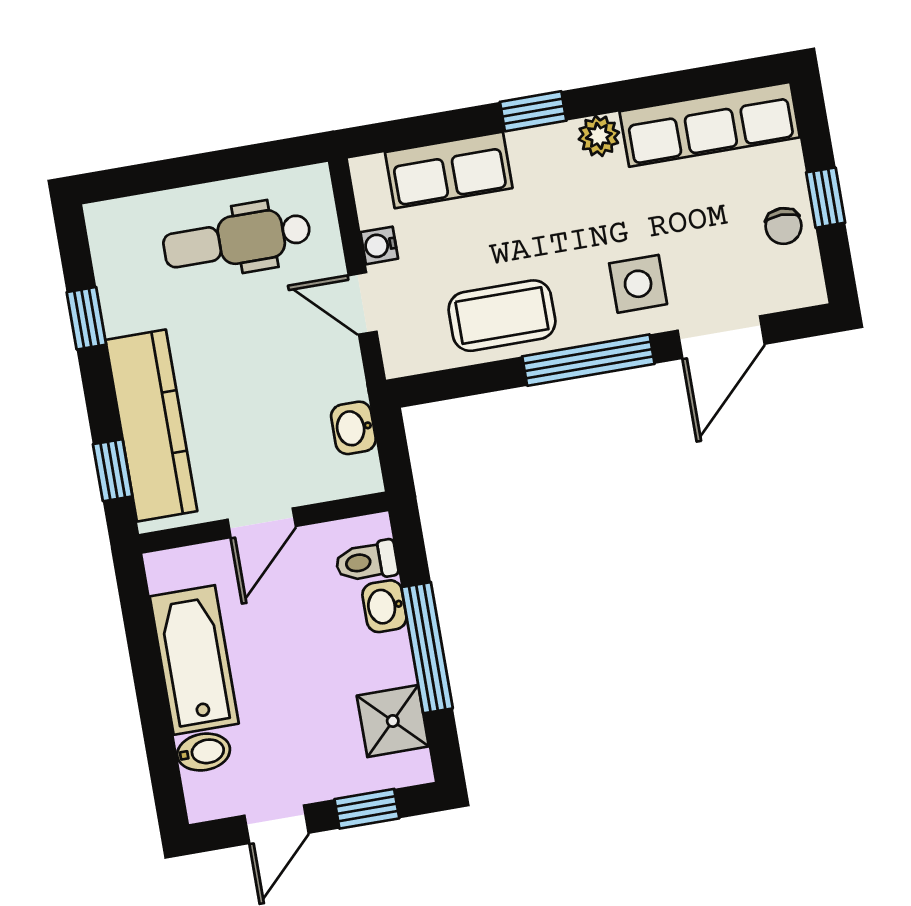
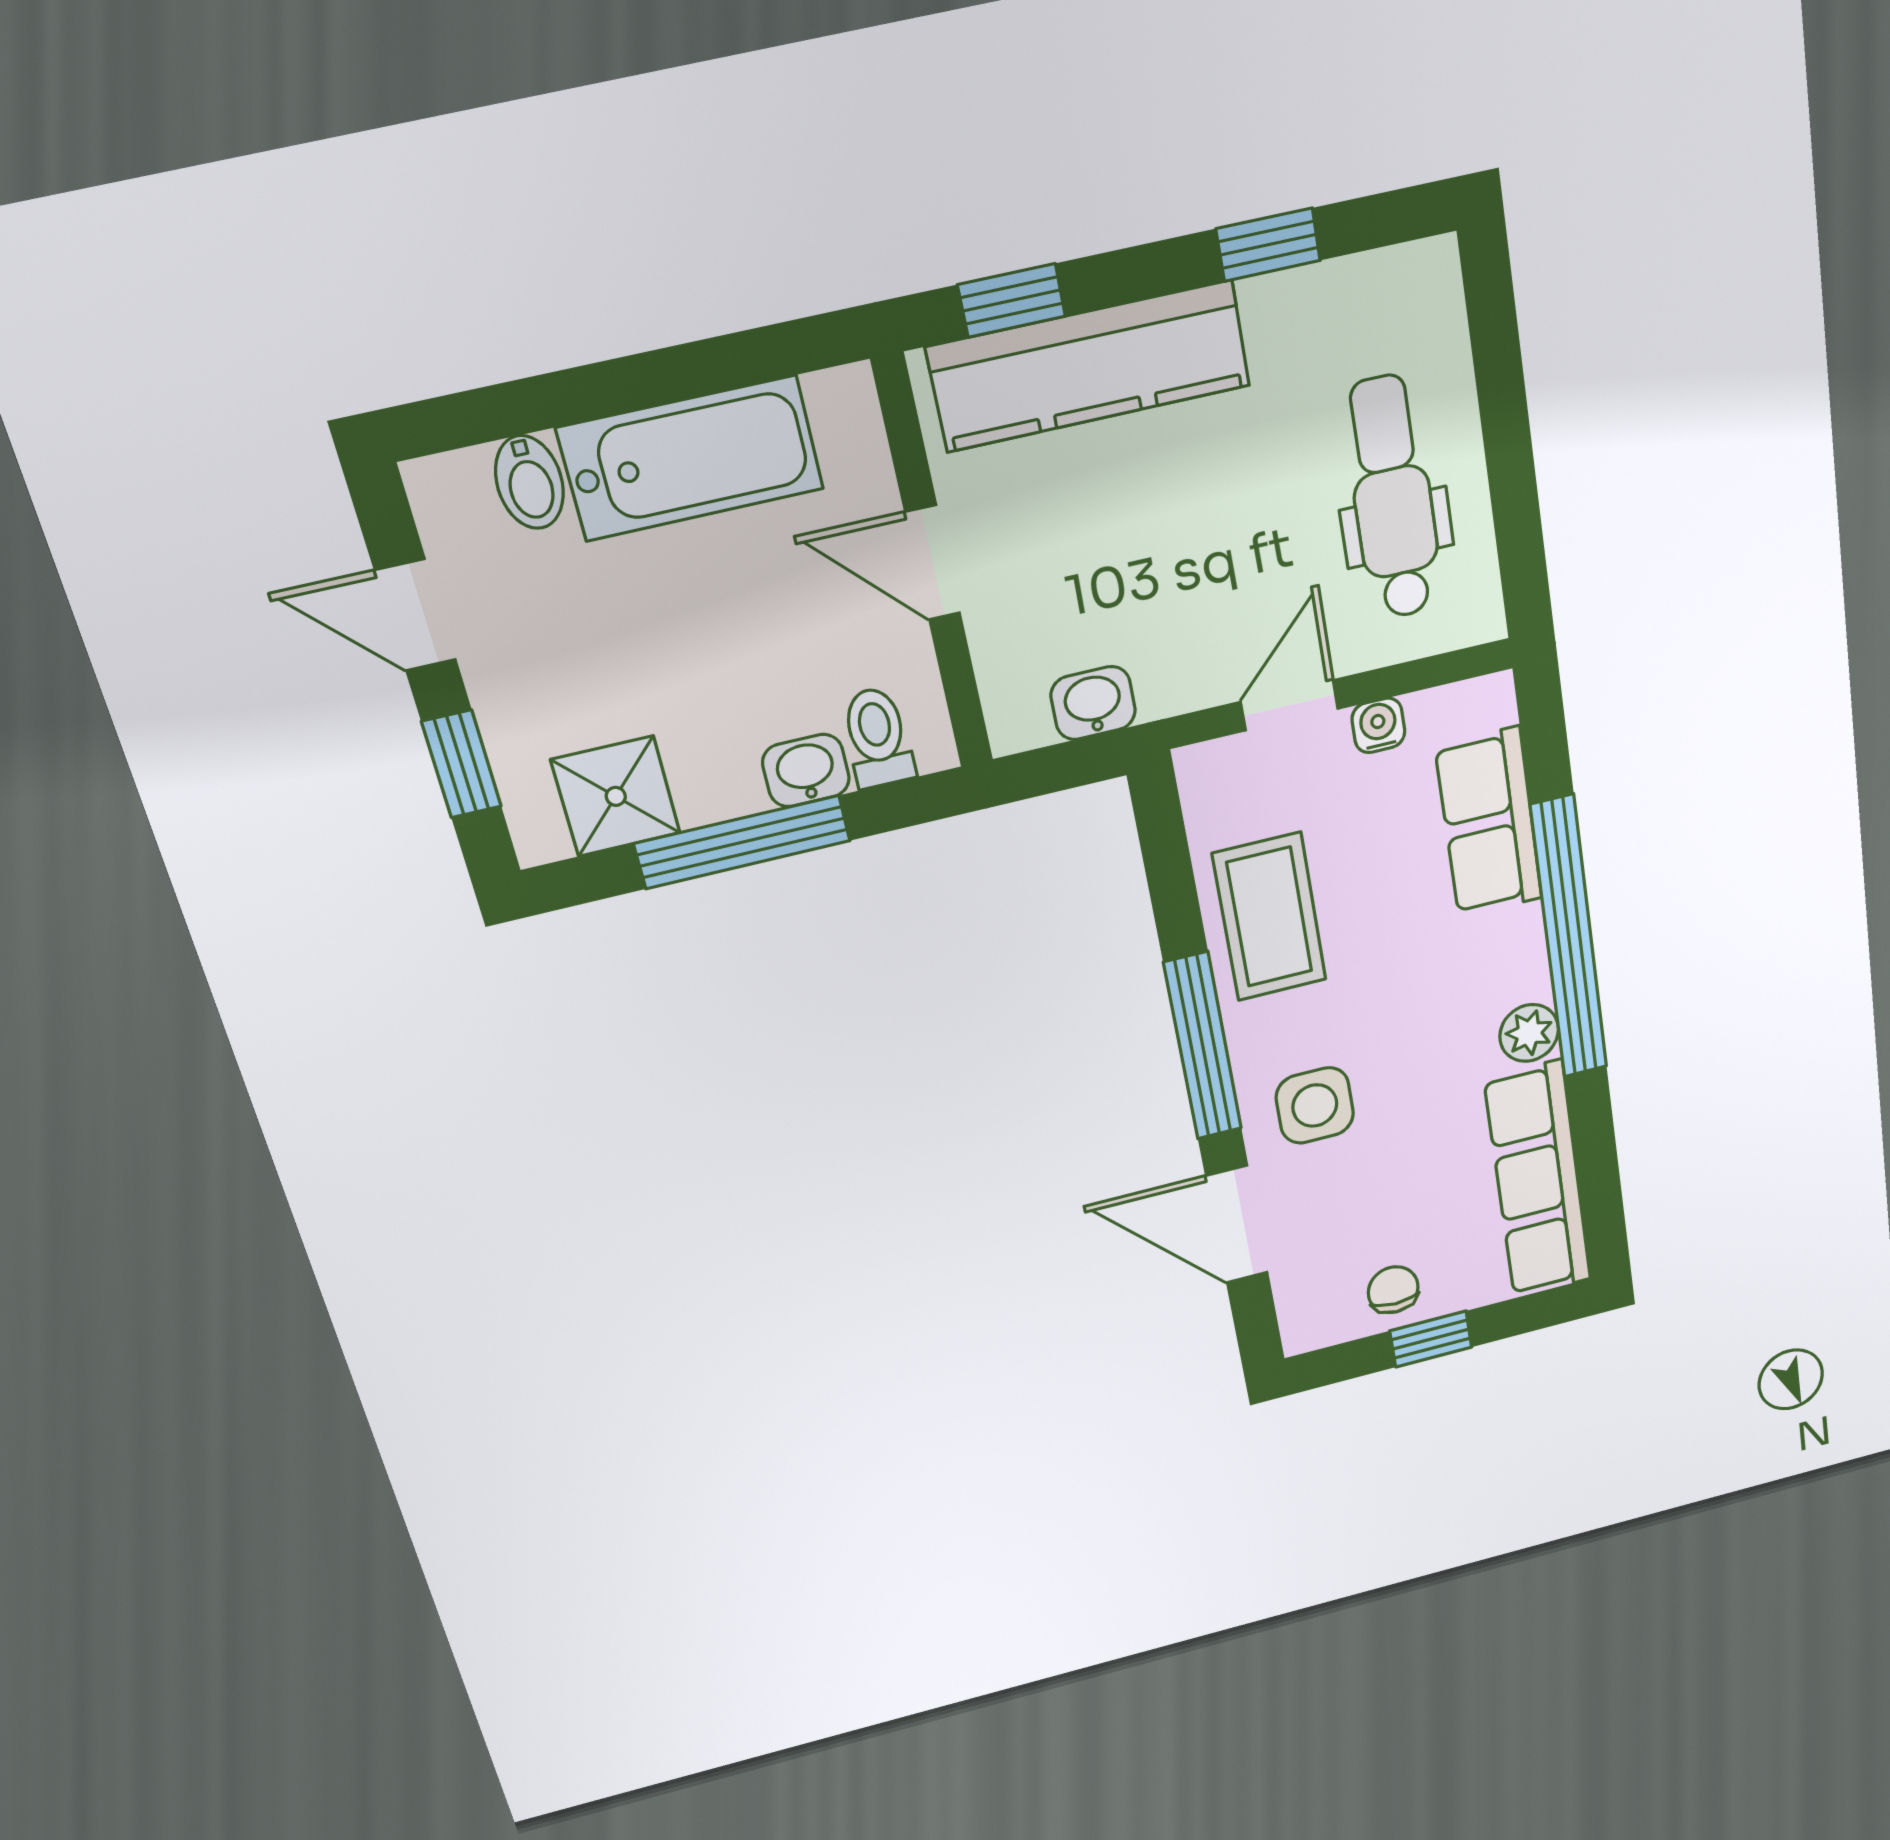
window: (533, 111) -> (1569, 938), width x3.17
chair: (783, 226) -> (1393, 1290), turned 90

